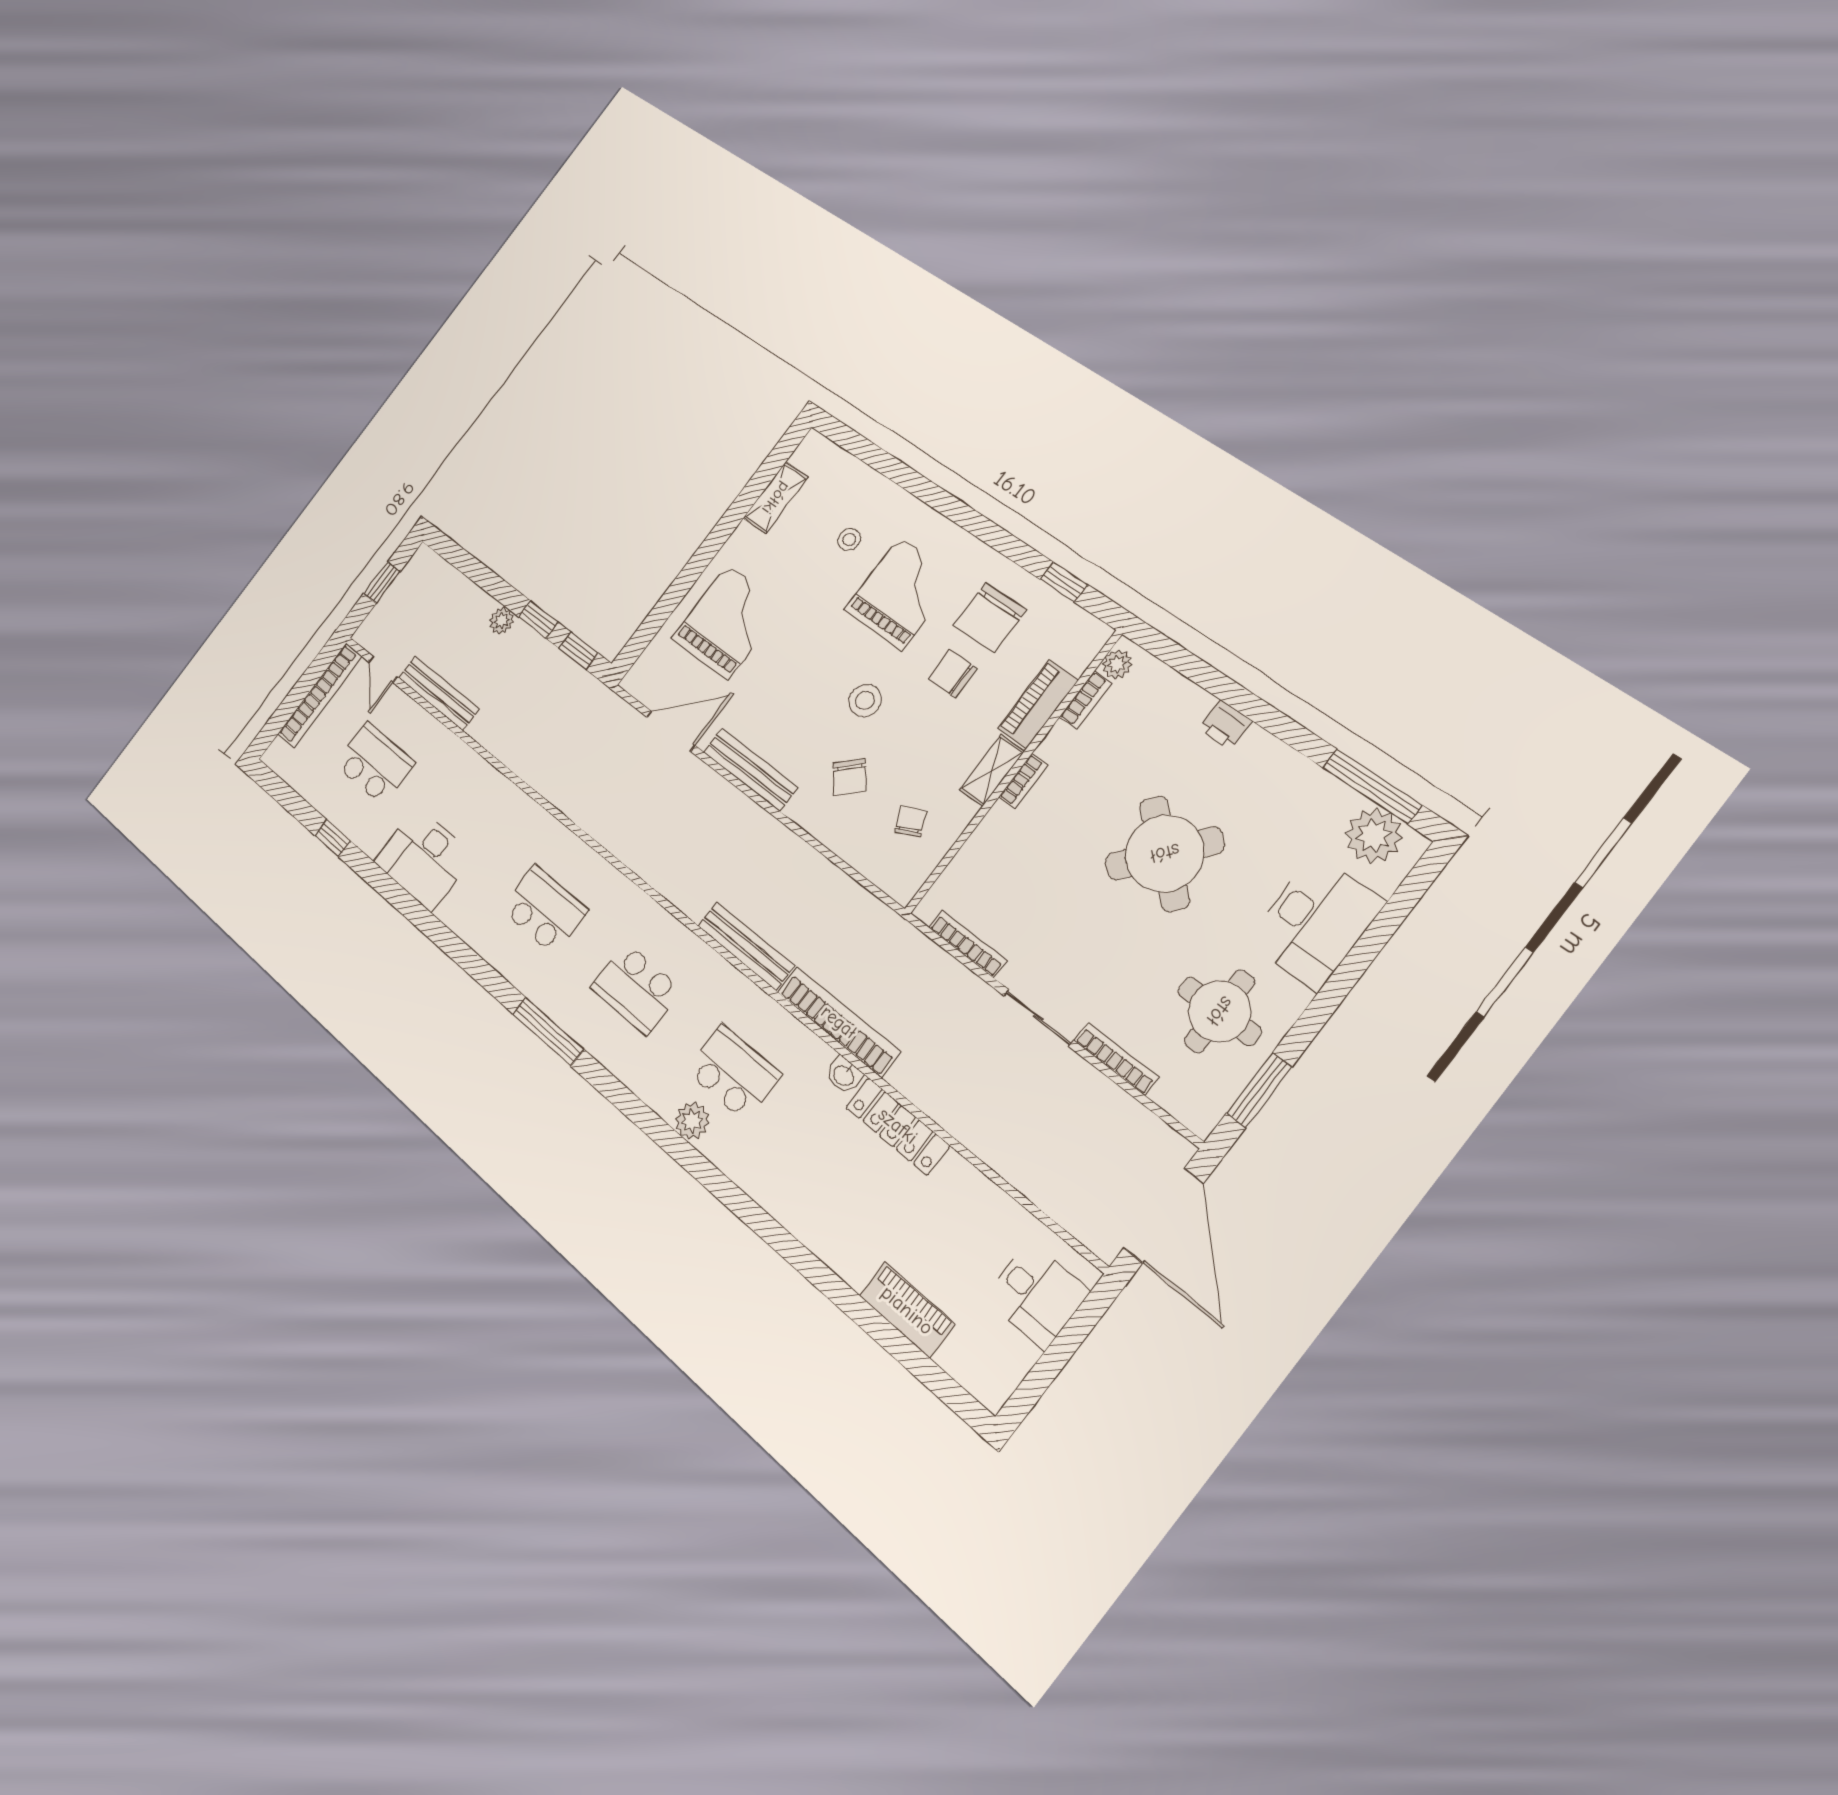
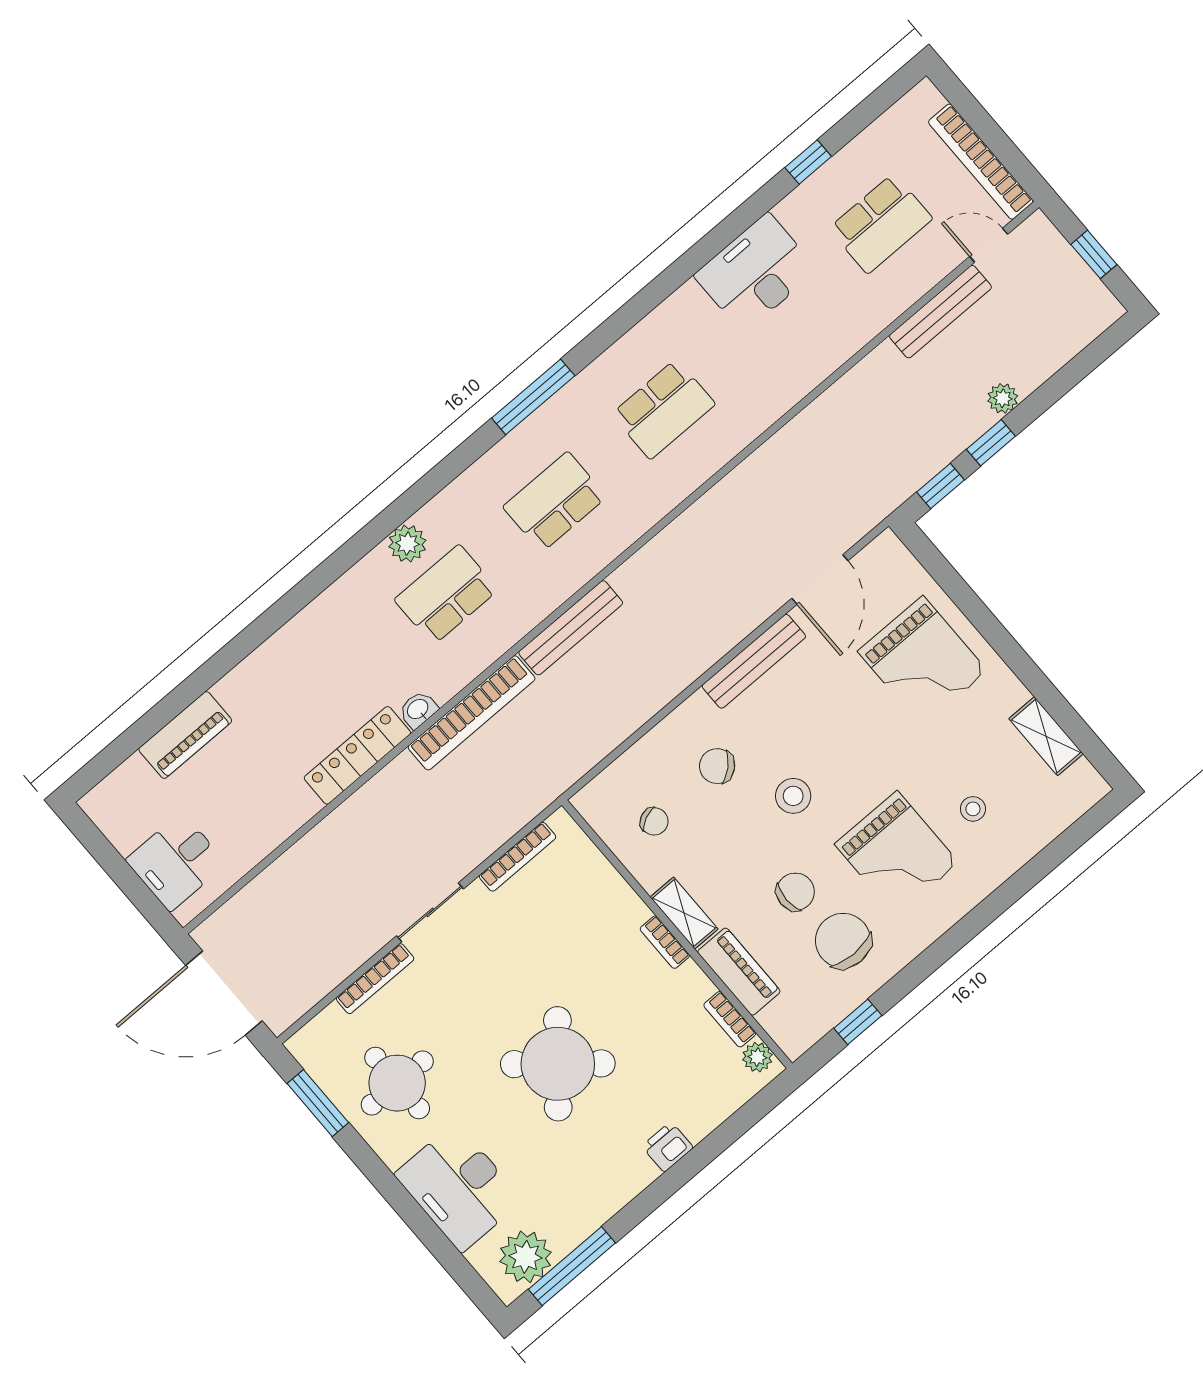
school desk: (733, 1072) -> (446, 595), turned 180

